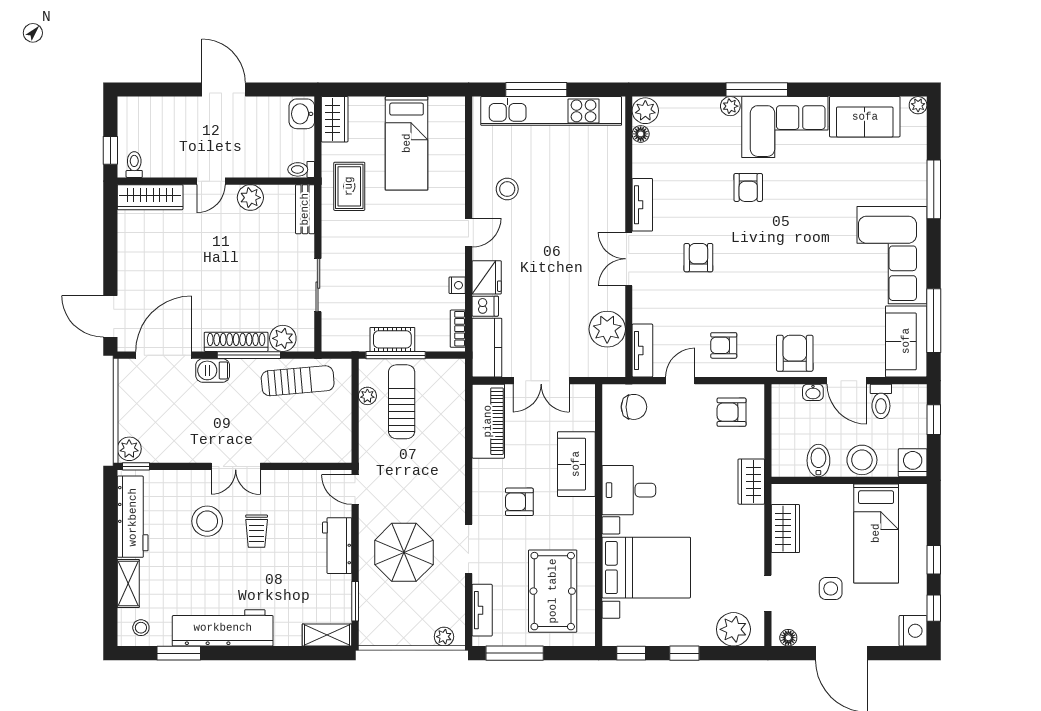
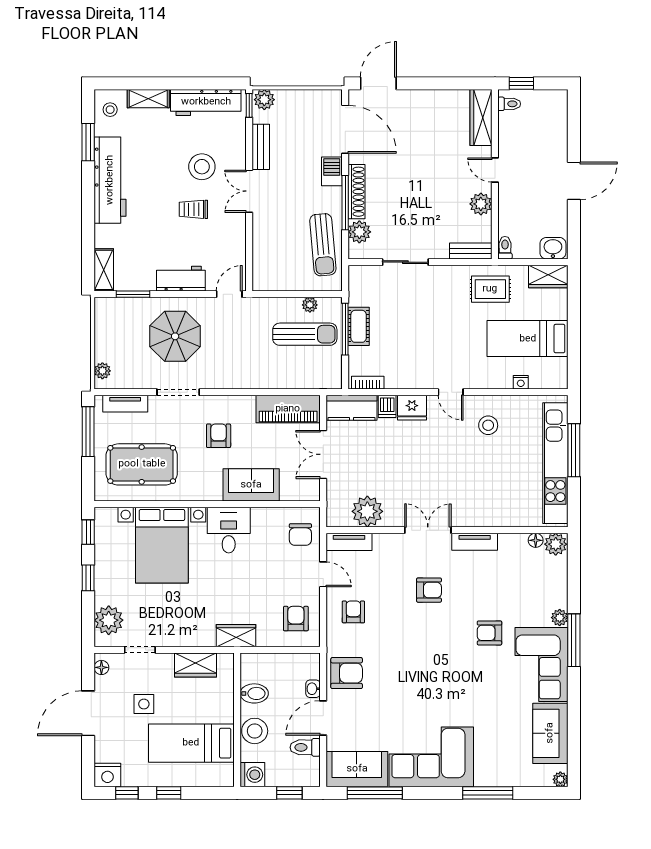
nightstand: (457, 285) -> (521, 382), moved
bench: (184, 453) -> (261, 147), added

